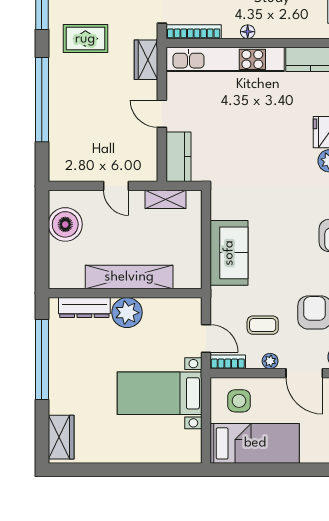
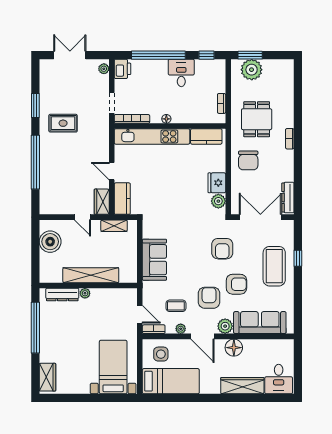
wardrobe: (146, 60) -> (102, 202), moved
plant: (127, 313) -> (85, 293), width x0.53, depth x0.53
bed with nightstands: (160, 393) -> (113, 367), moved, turned 90

